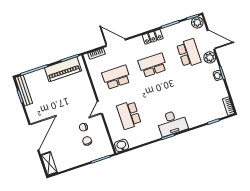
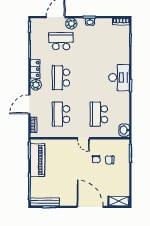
plant: (197, 22) -> (36, 85), moved
school desk: (129, 115) -> (99, 114), turned 90

